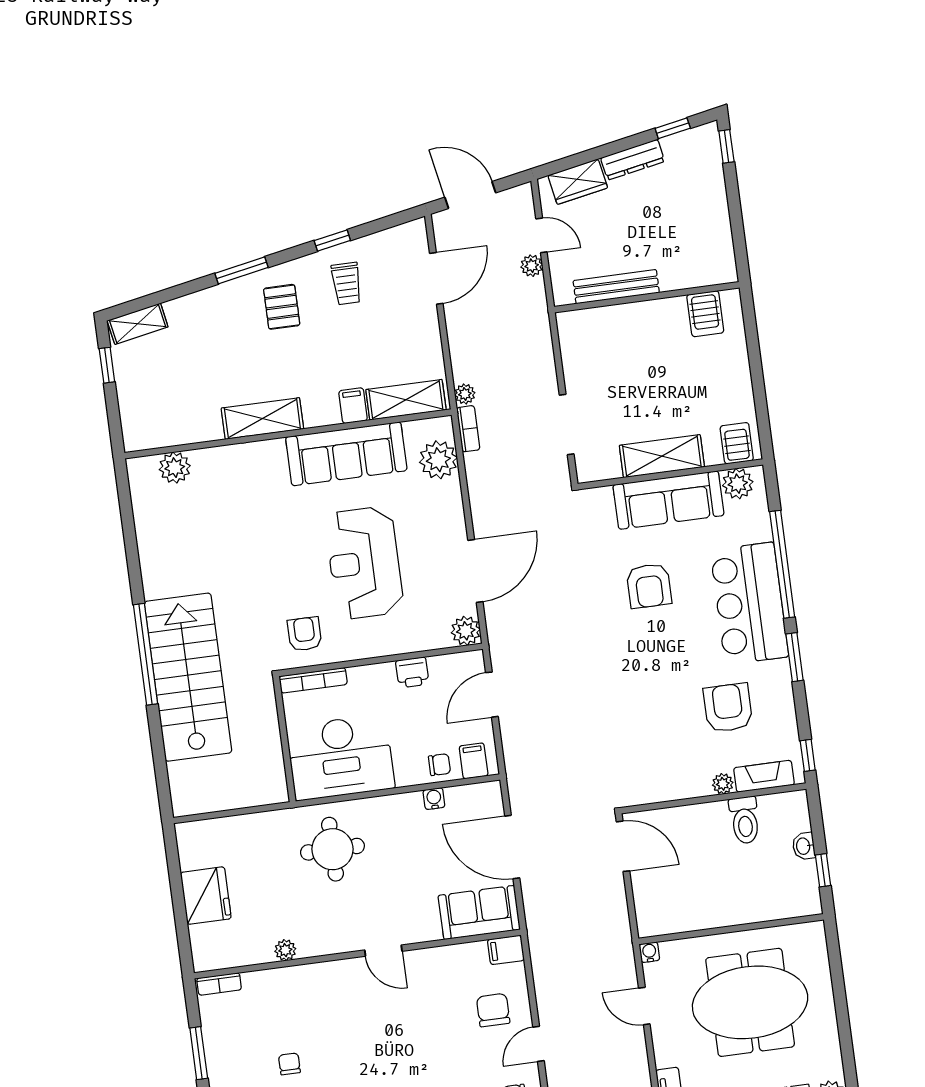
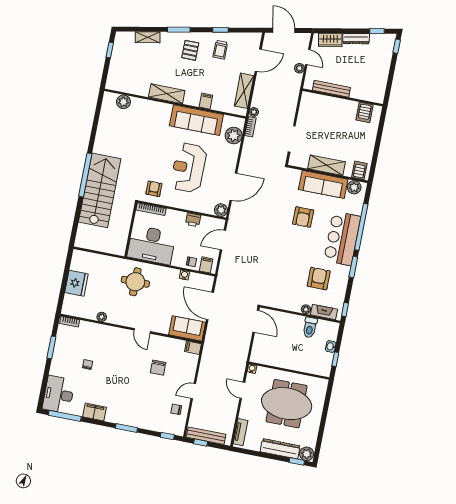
shelving: (138, 324) -> (148, 37), moved
shelving: (406, 400) -> (244, 91), moved, turned 90
chair: (493, 1010) -> (158, 368), moved, turned 180

